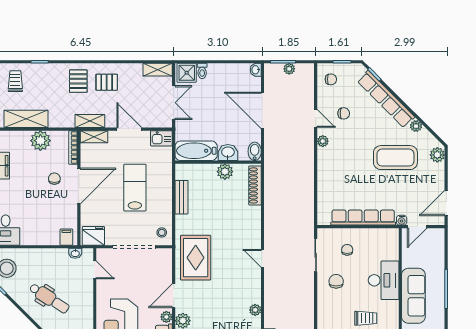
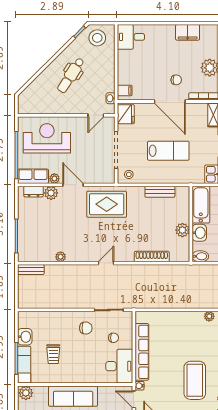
shoe rack: (255, 185) -> (152, 257), moved
desk: (384, 280) -> (119, 366), moved, turned -90

